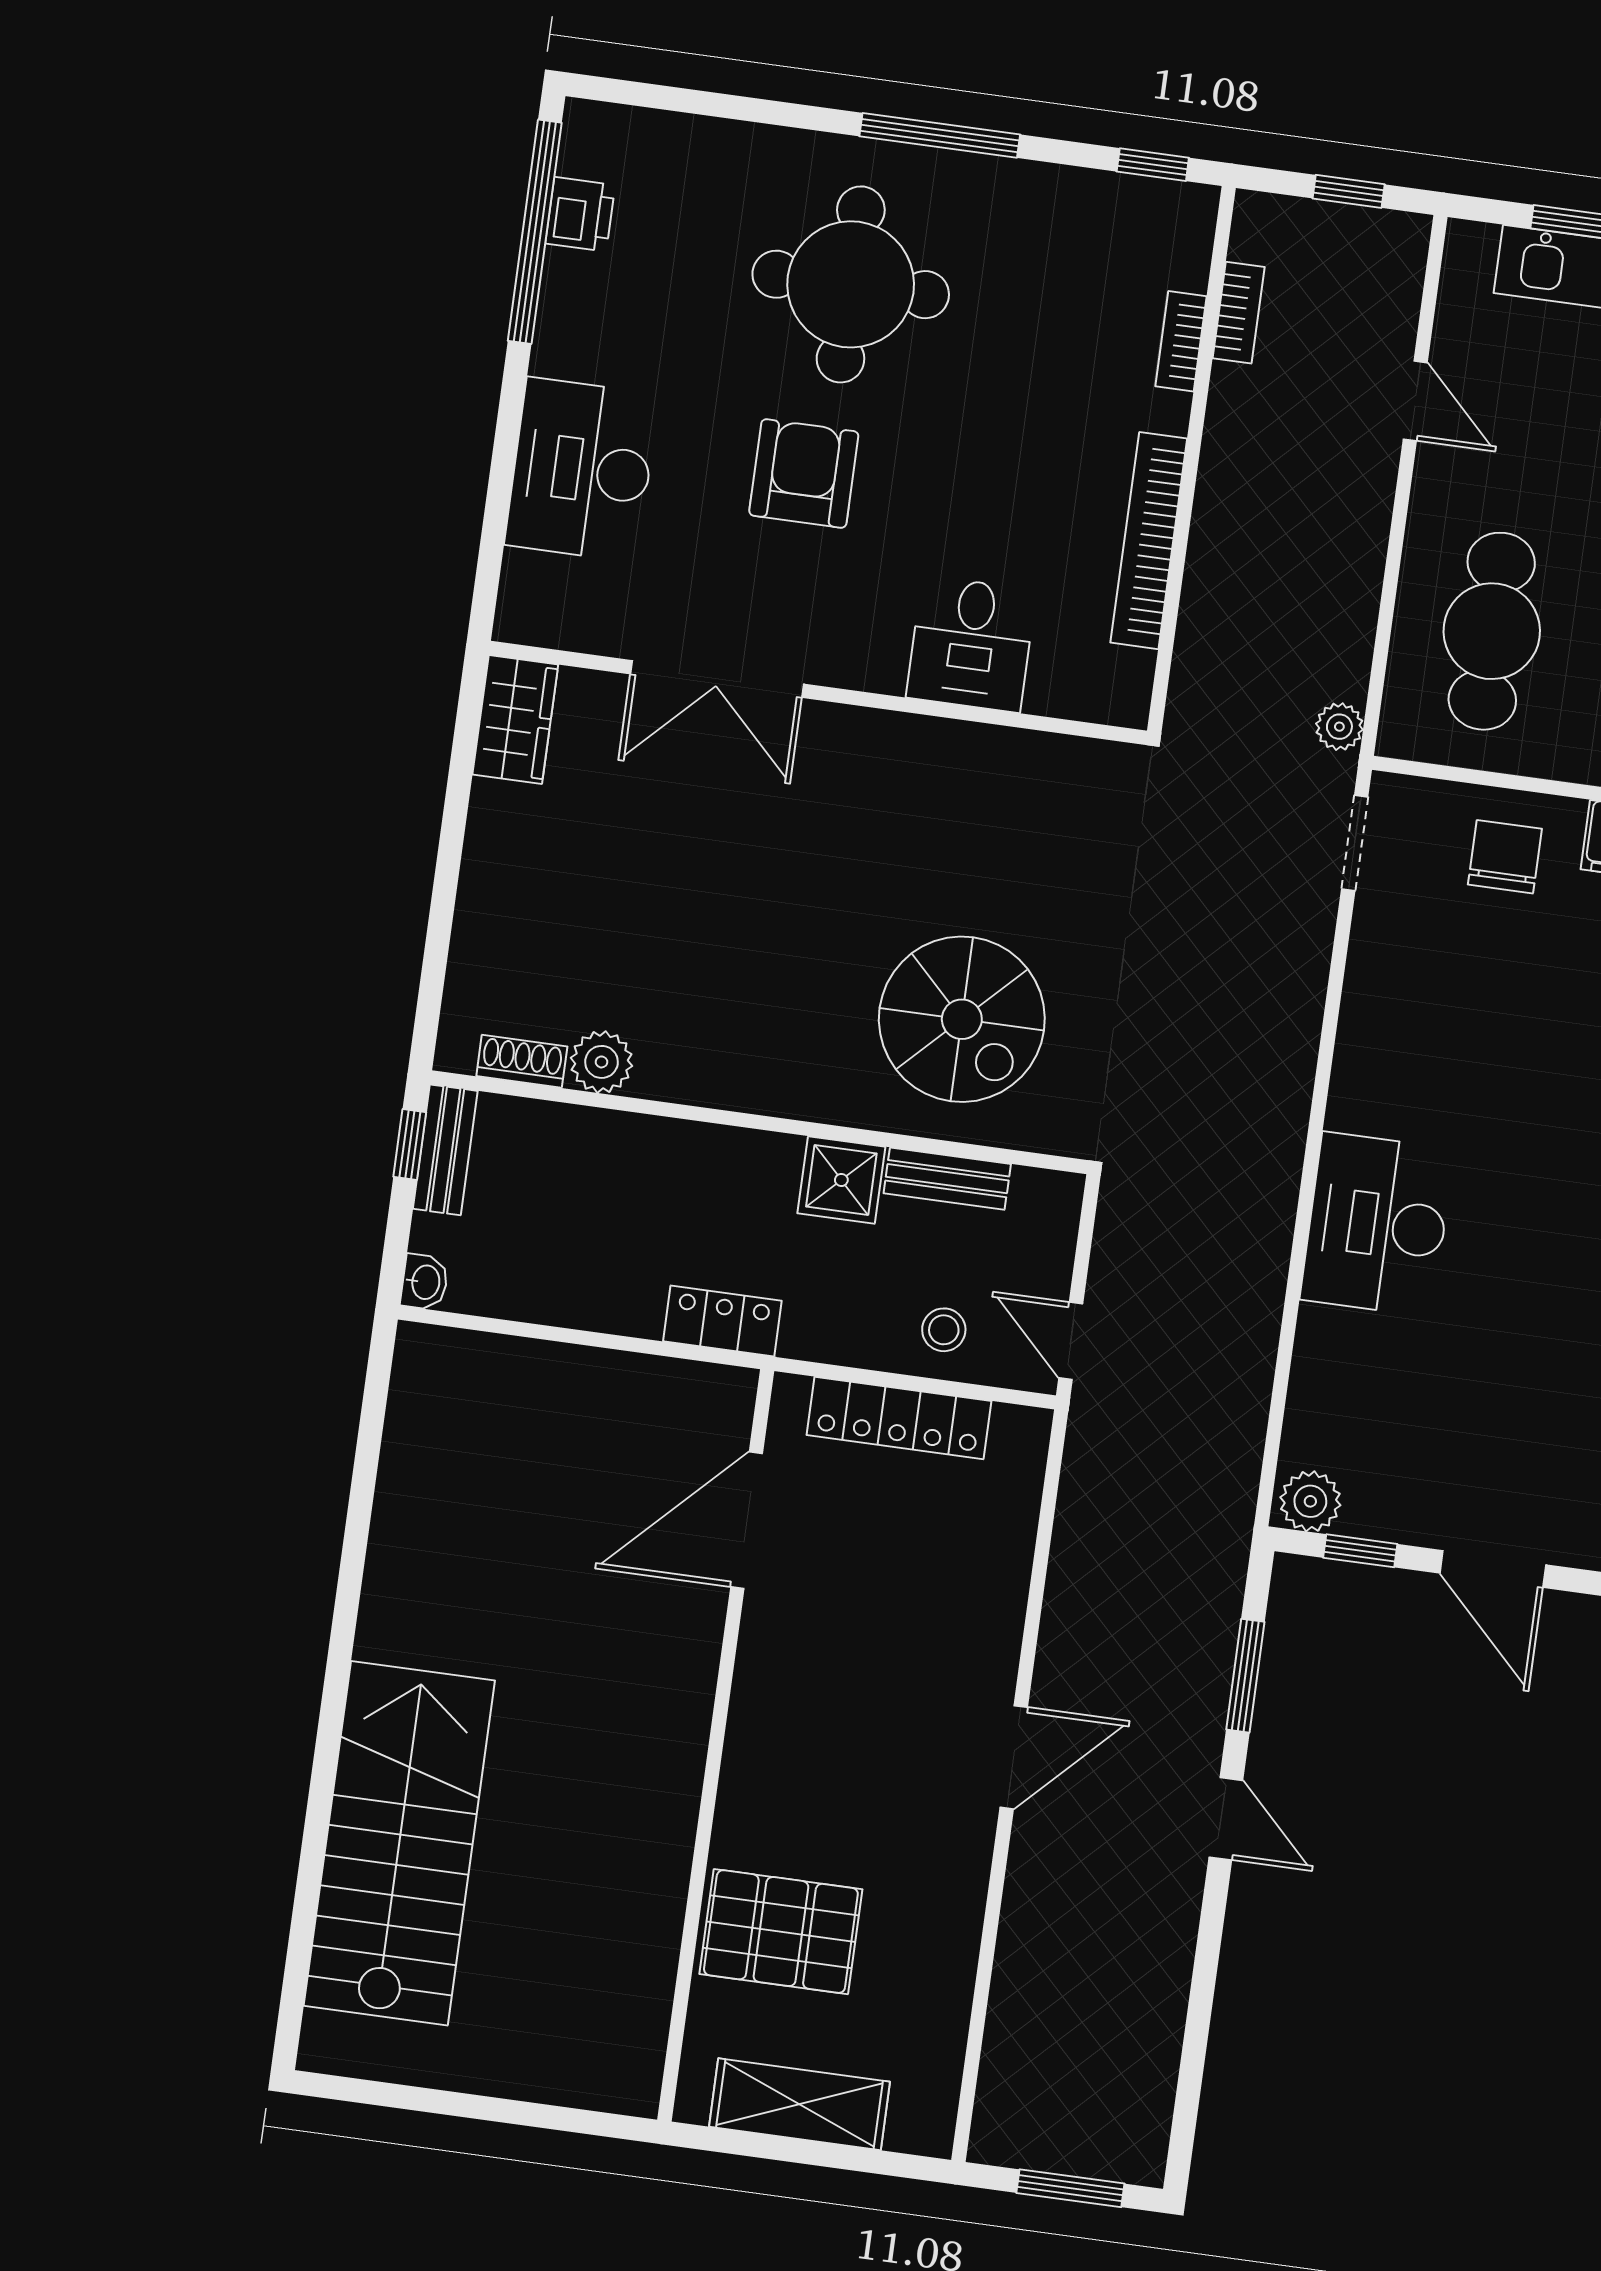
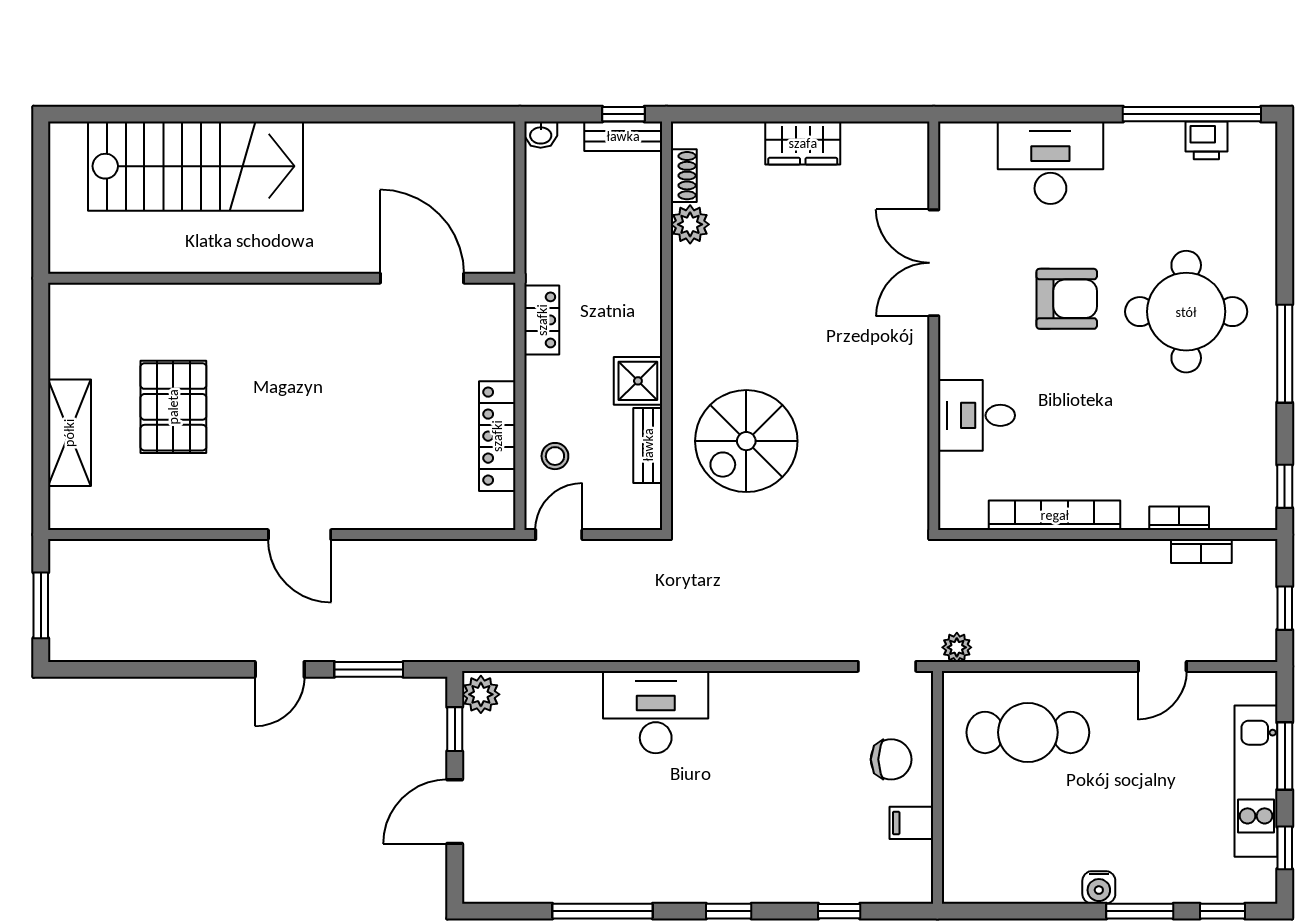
wardrobe: (515, 719) -> (803, 143), moved
door: (747, 1520) -> (422, 278), moved
wall: (716, 1745) -> (282, 278), moved

